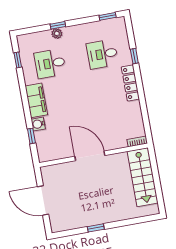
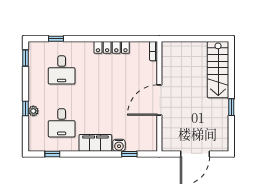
window: (134, 56) -> (56, 39), moved
locker: (130, 83) -> (112, 47), moved
stairs: (143, 177) -> (218, 70), moved, turned 90

